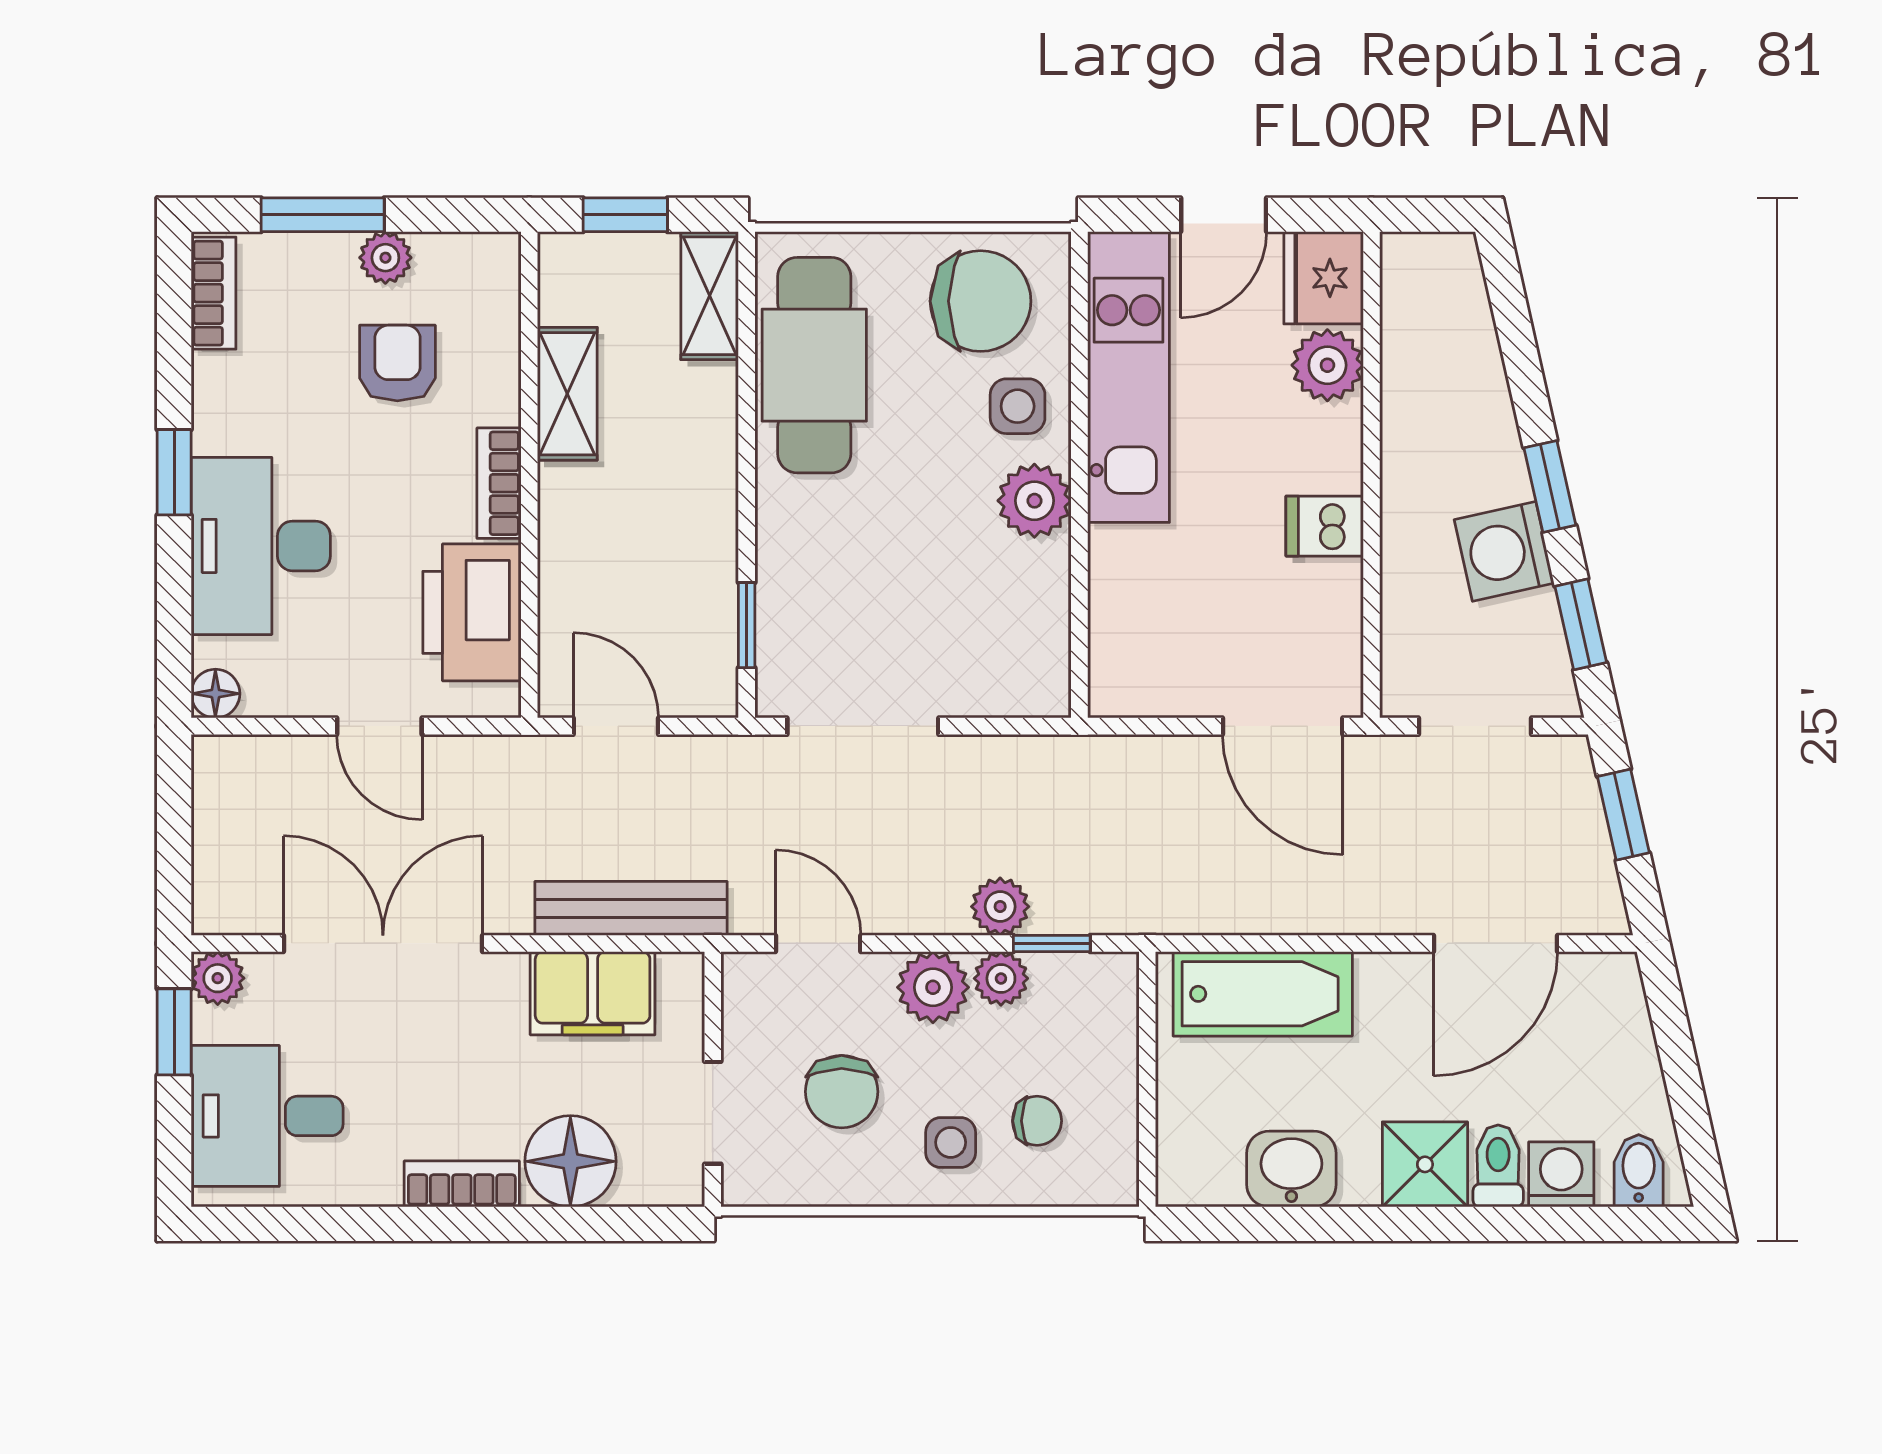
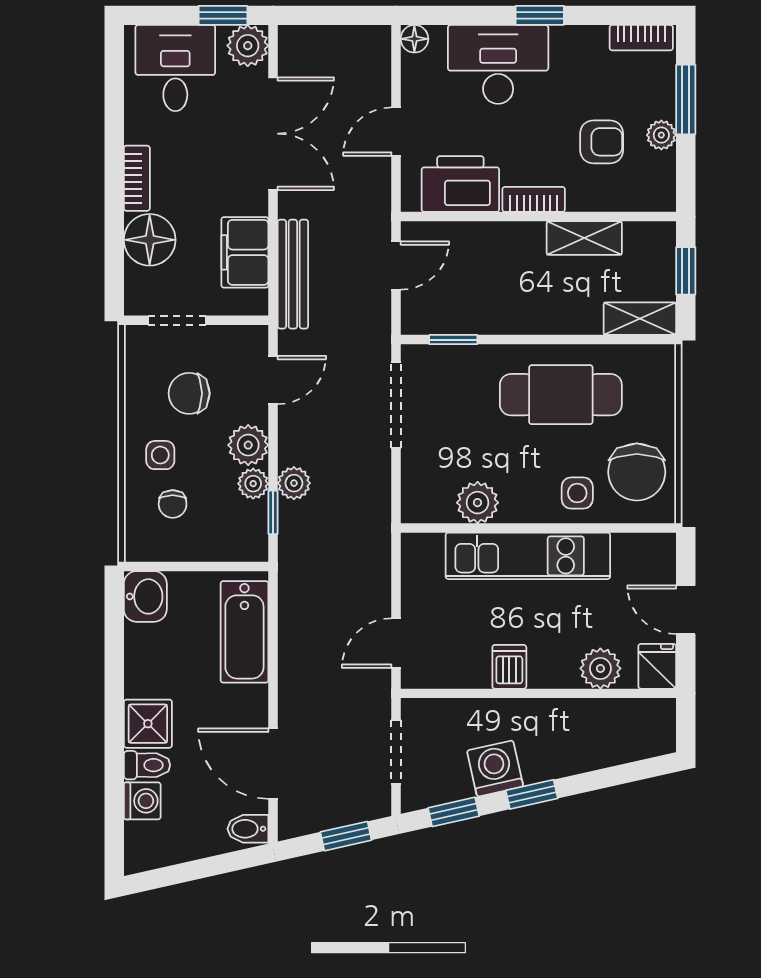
fridge: (1324, 278) -> (657, 666), width x0.72
cafe table: (814, 365) -> (561, 395), moved
kitchen unit: (1129, 377) -> (528, 556), moved
plant: (1034, 501) -> (478, 503), moved
door: (1283, 726) -> (396, 643), width x0.73
plant: (218, 978) -> (248, 46), width x1.38, depth x1.38
washbasin: (1291, 1169) -> (145, 596), moved
bidet: (1639, 1171) -> (248, 829), moved, turned 180

